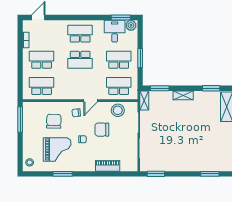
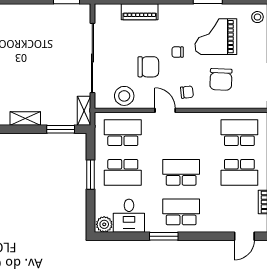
window: (121, 18) -> (164, 236), moved
school desk: (80, 34) -> (181, 212), turned 180
school desk: (42, 86) -> (239, 133), turned 180
school desk: (119, 86) -> (123, 133), turned 180
door: (91, 101) -> (165, 110), hinge flipped

